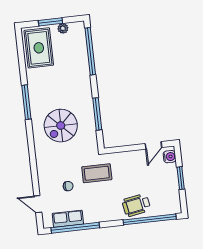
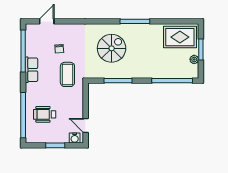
spiral stairs: (61, 126) -> (112, 48), turned 90
wheelchair: (136, 205) -> (45, 114), moved, turned -80
row of seats: (68, 219) -> (31, 70), moved

